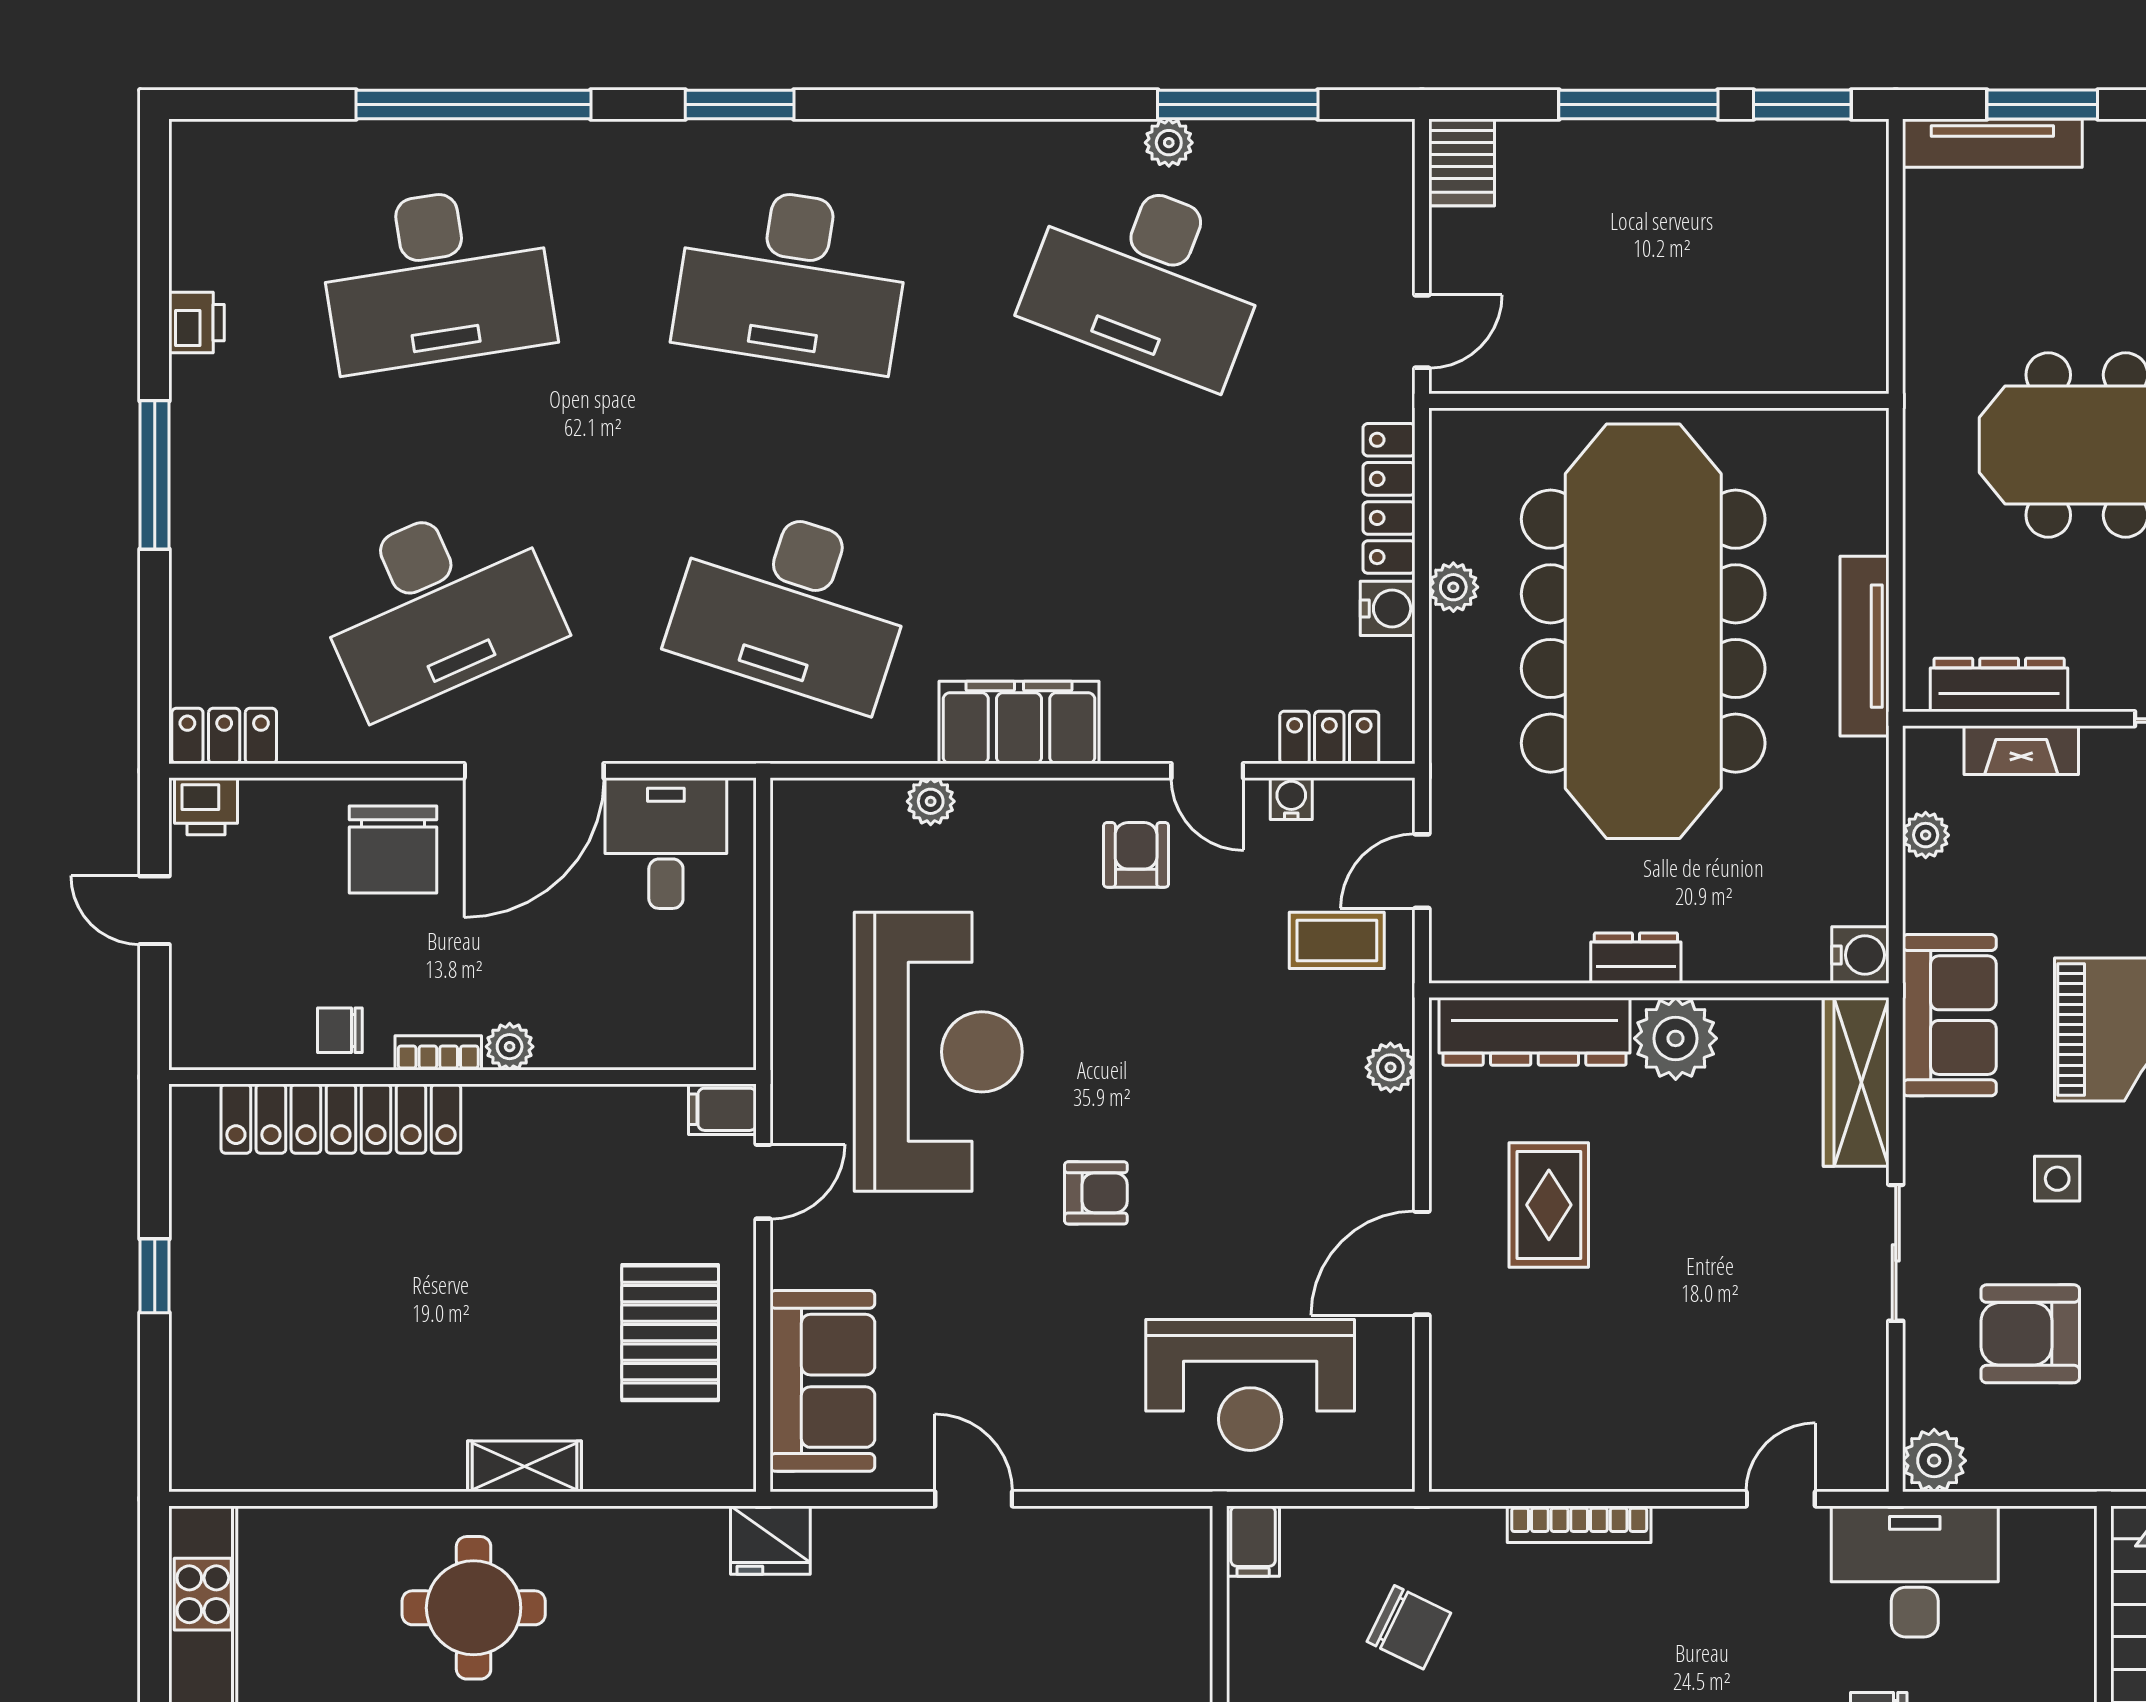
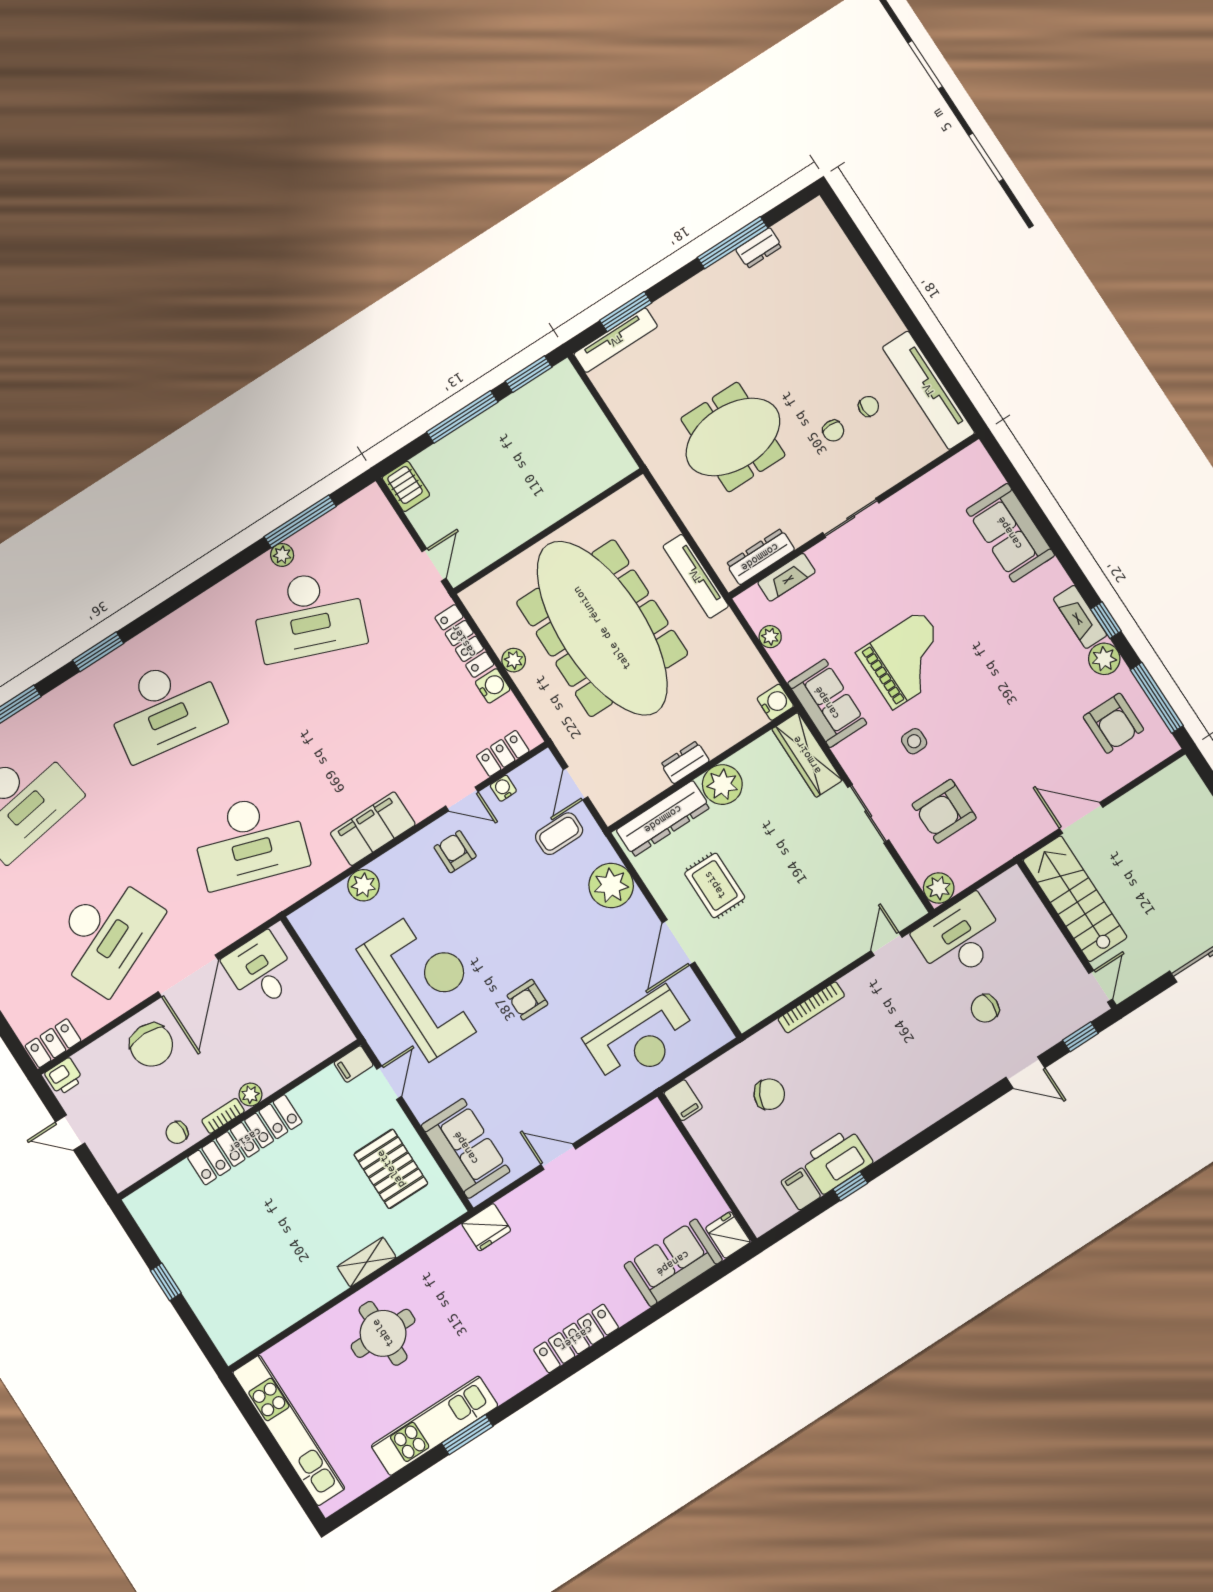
plant: (931, 801) -> (363, 885), width x1.38, depth x1.38
plant: (1390, 1067) -> (611, 885), width x1.88, depth x1.88
locker: (341, 1119) -> (245, 1140), moved
armchair: (1096, 1193) -> (527, 1000), turned 180

